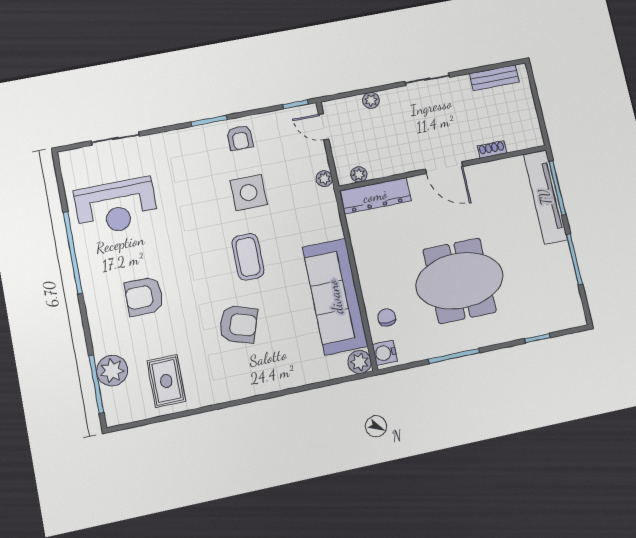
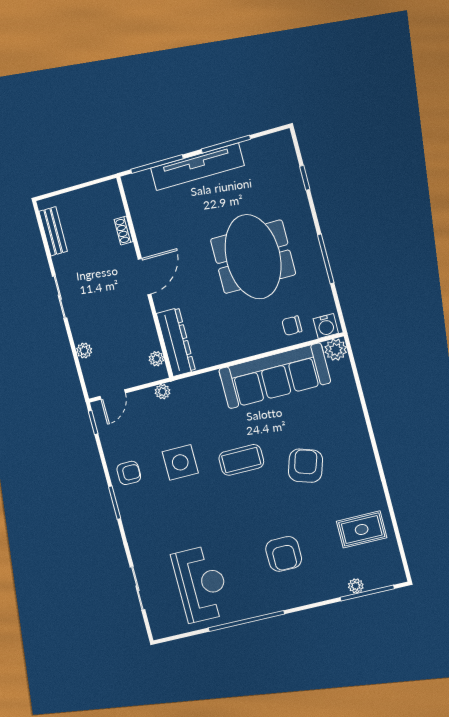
tv unit: (545, 197) -> (197, 167), moved
plant: (112, 371) -> (356, 586), width x0.53, depth x0.53

